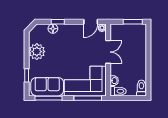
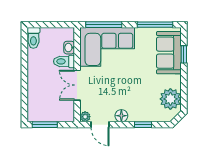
door: (91, 22) -> (100, 125), swing flipped
floor lamp: (53, 29) -> (121, 116), moved
plant: (37, 52) -> (170, 99), moved
sofa: (47, 87) -> (169, 53), moved, turned 90
toilet: (118, 91) -> (64, 61), moved

